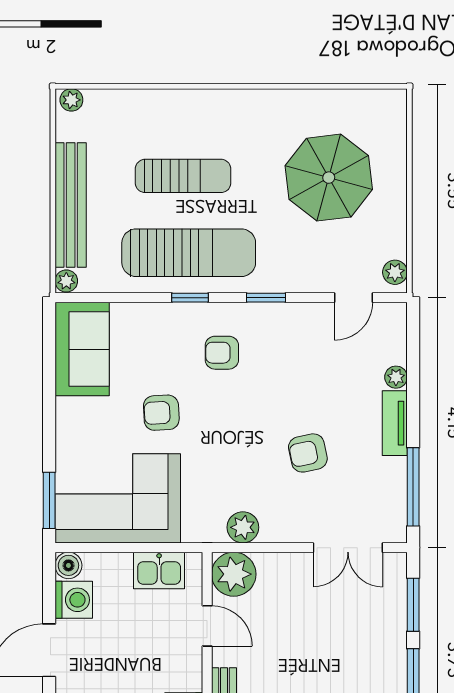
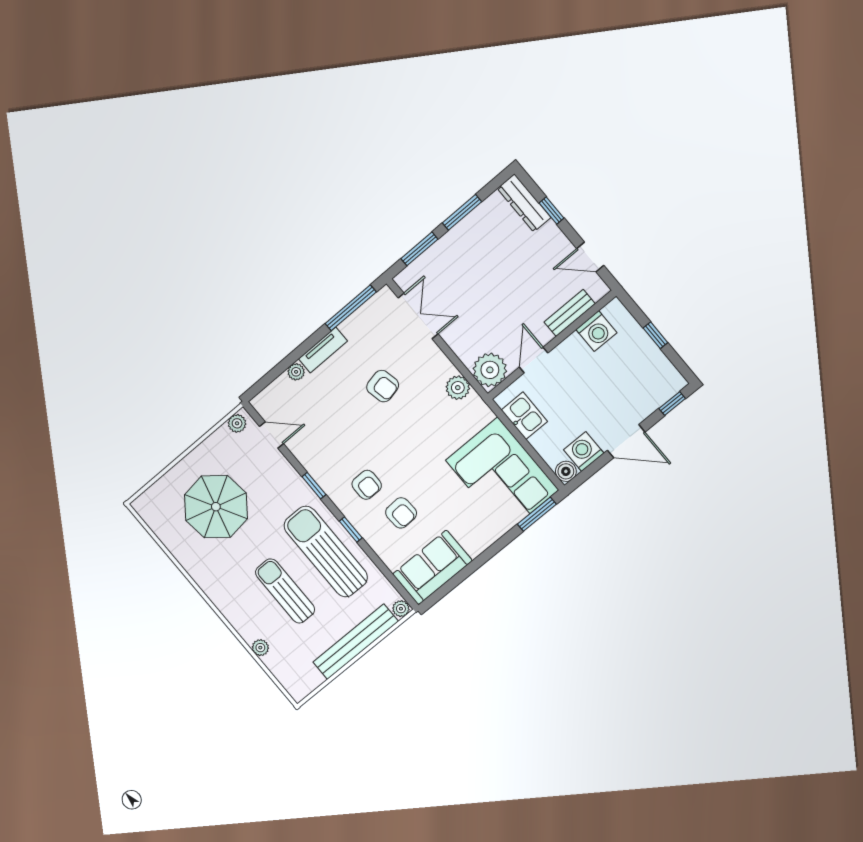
plant: (71, 100) -> (260, 648), moved
armchair: (161, 413) -> (401, 513), moved

